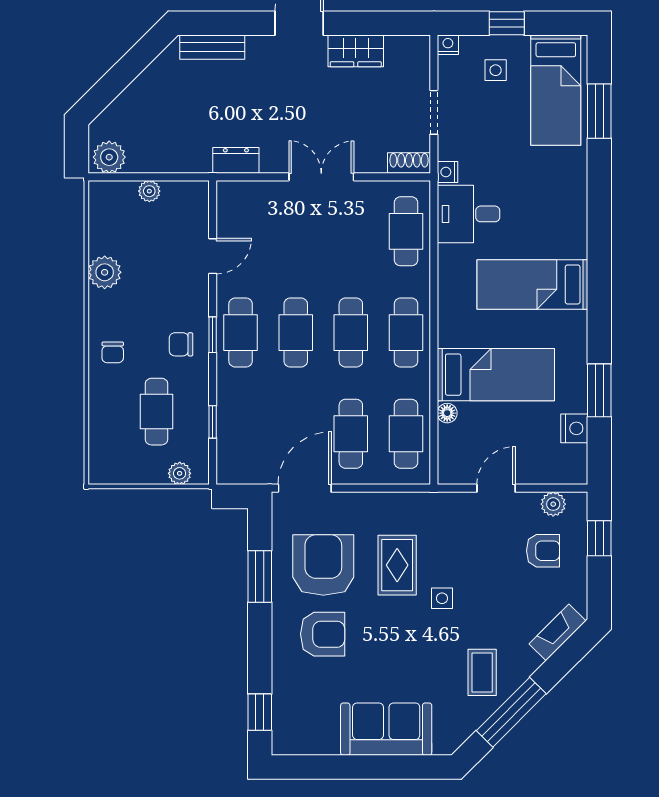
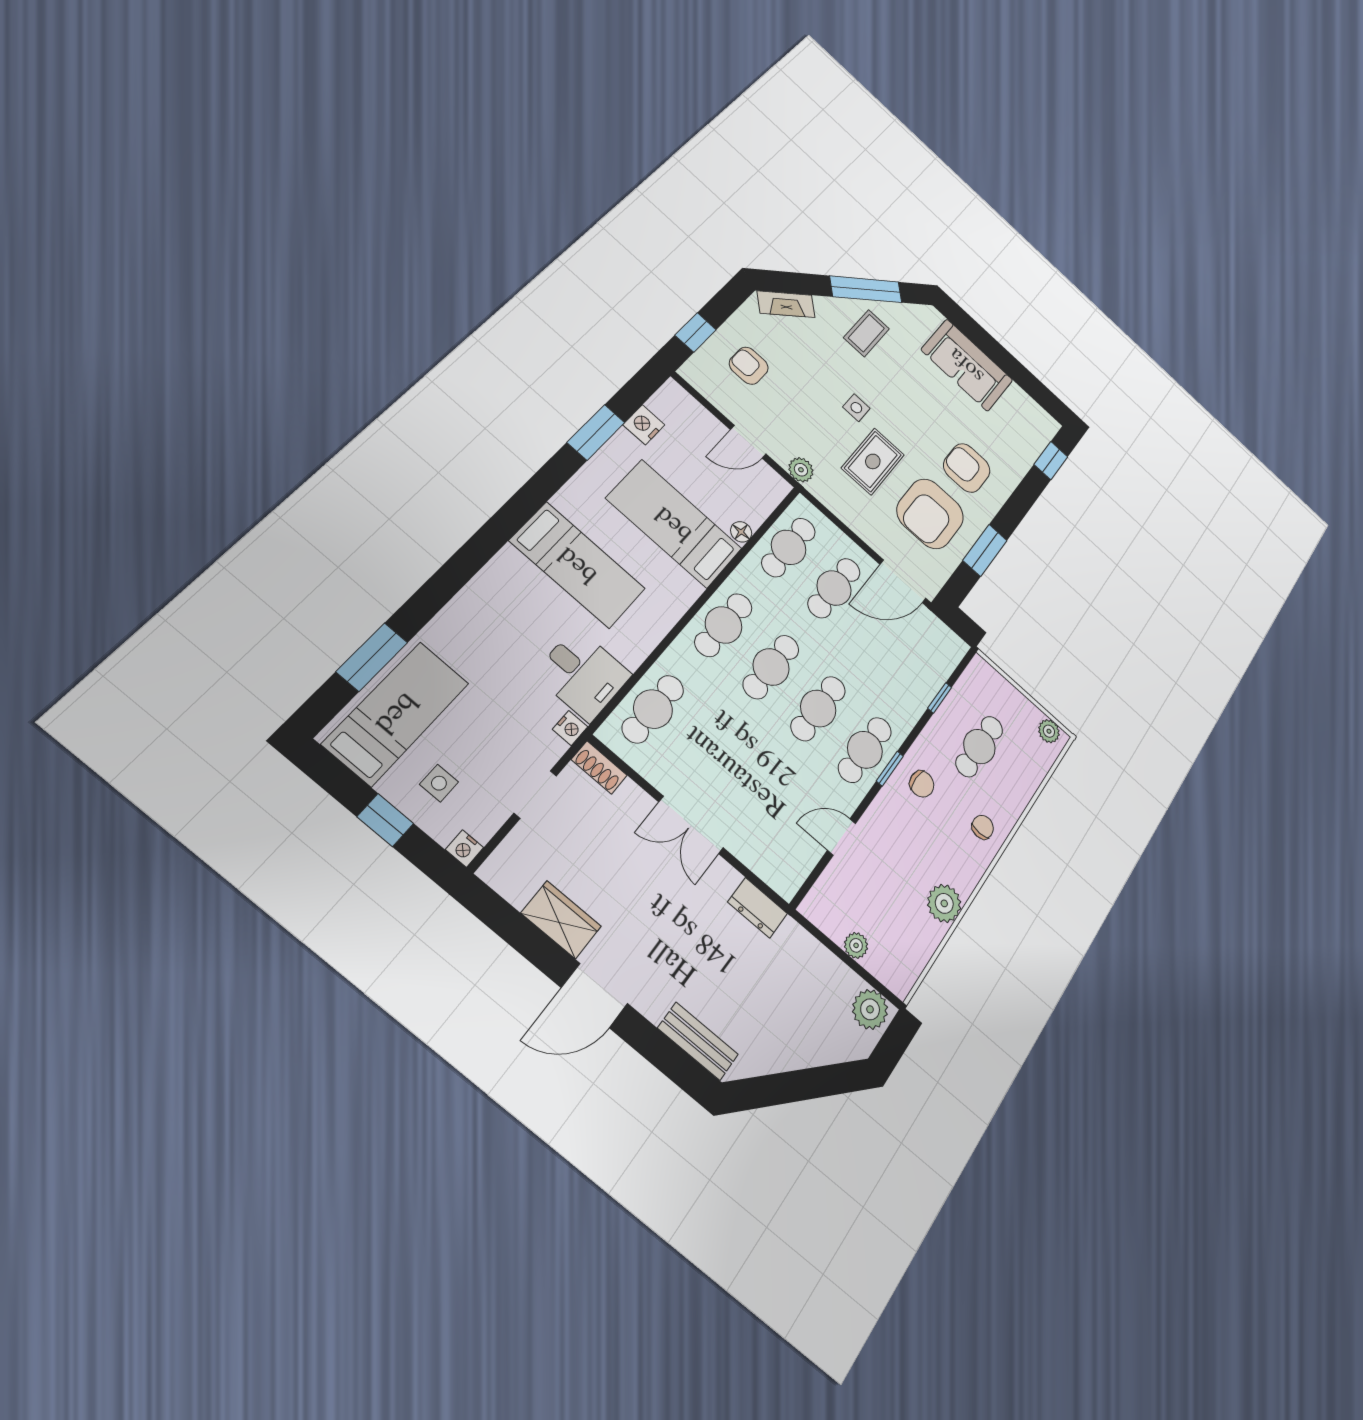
plant: (180, 473) -> (1049, 731), moved
plant: (553, 504) -> (801, 470), moved

